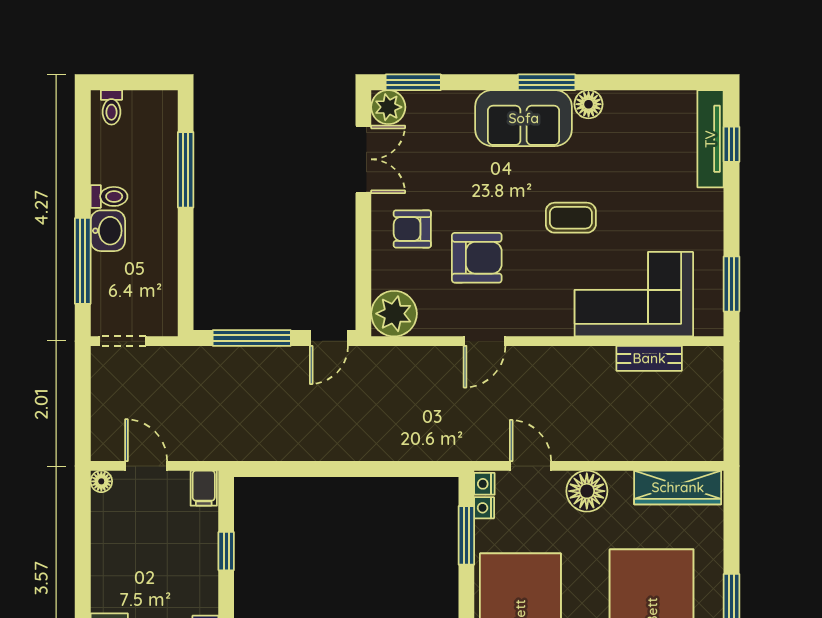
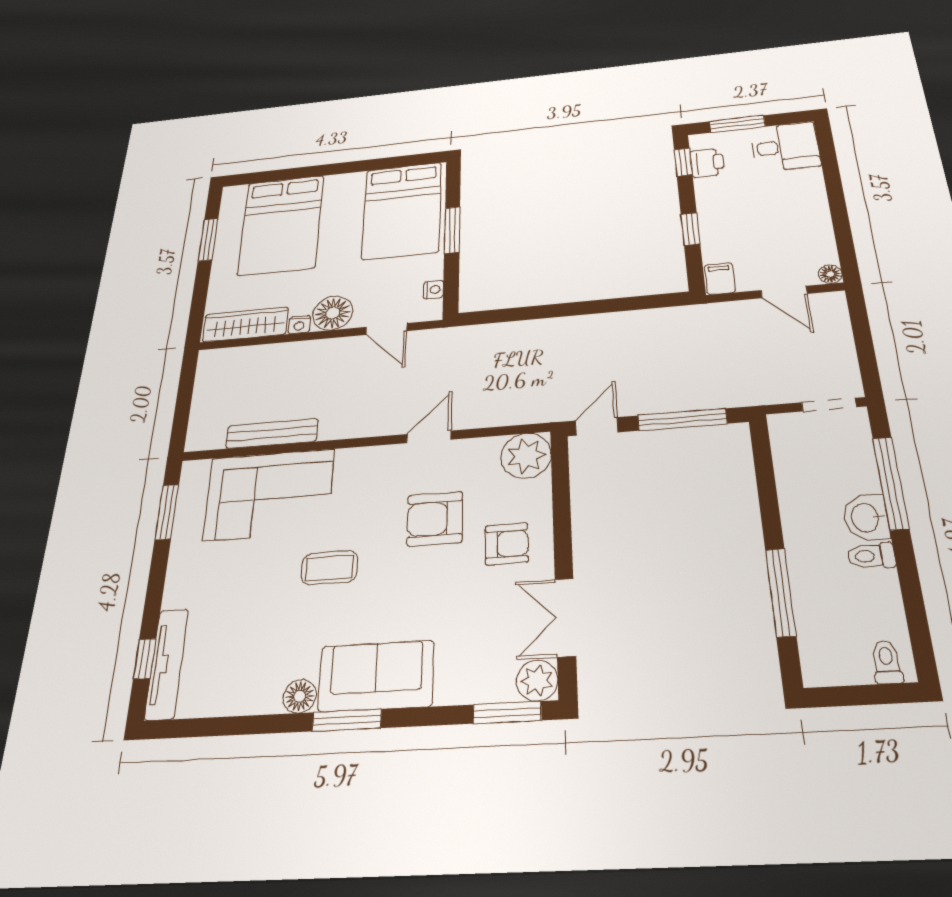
bench: (649, 358) -> (272, 434), width x1.36
nightstand: (484, 484) -> (299, 325), moved, turned 90
window: (466, 535) -> (452, 230), moved

